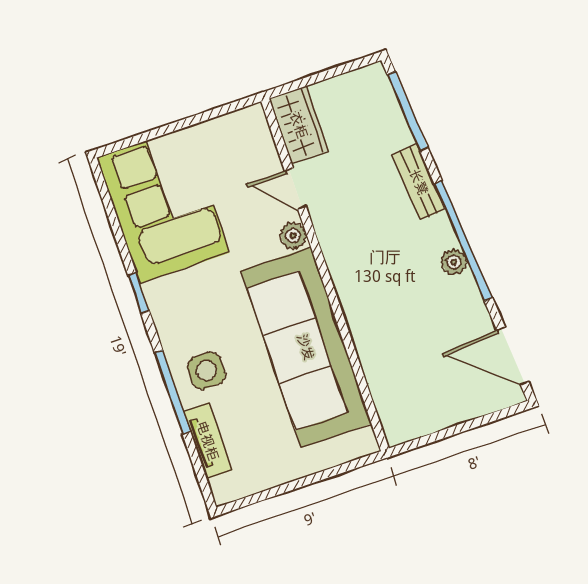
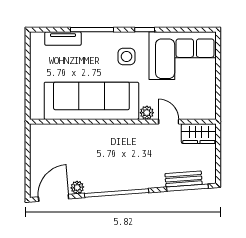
bench: (419, 182) -> (184, 179), moved
door: (296, 189) -> (169, 122), hinge flipped
plant: (454, 262) -> (77, 187), moved
side table: (206, 371) -> (127, 57), moved

